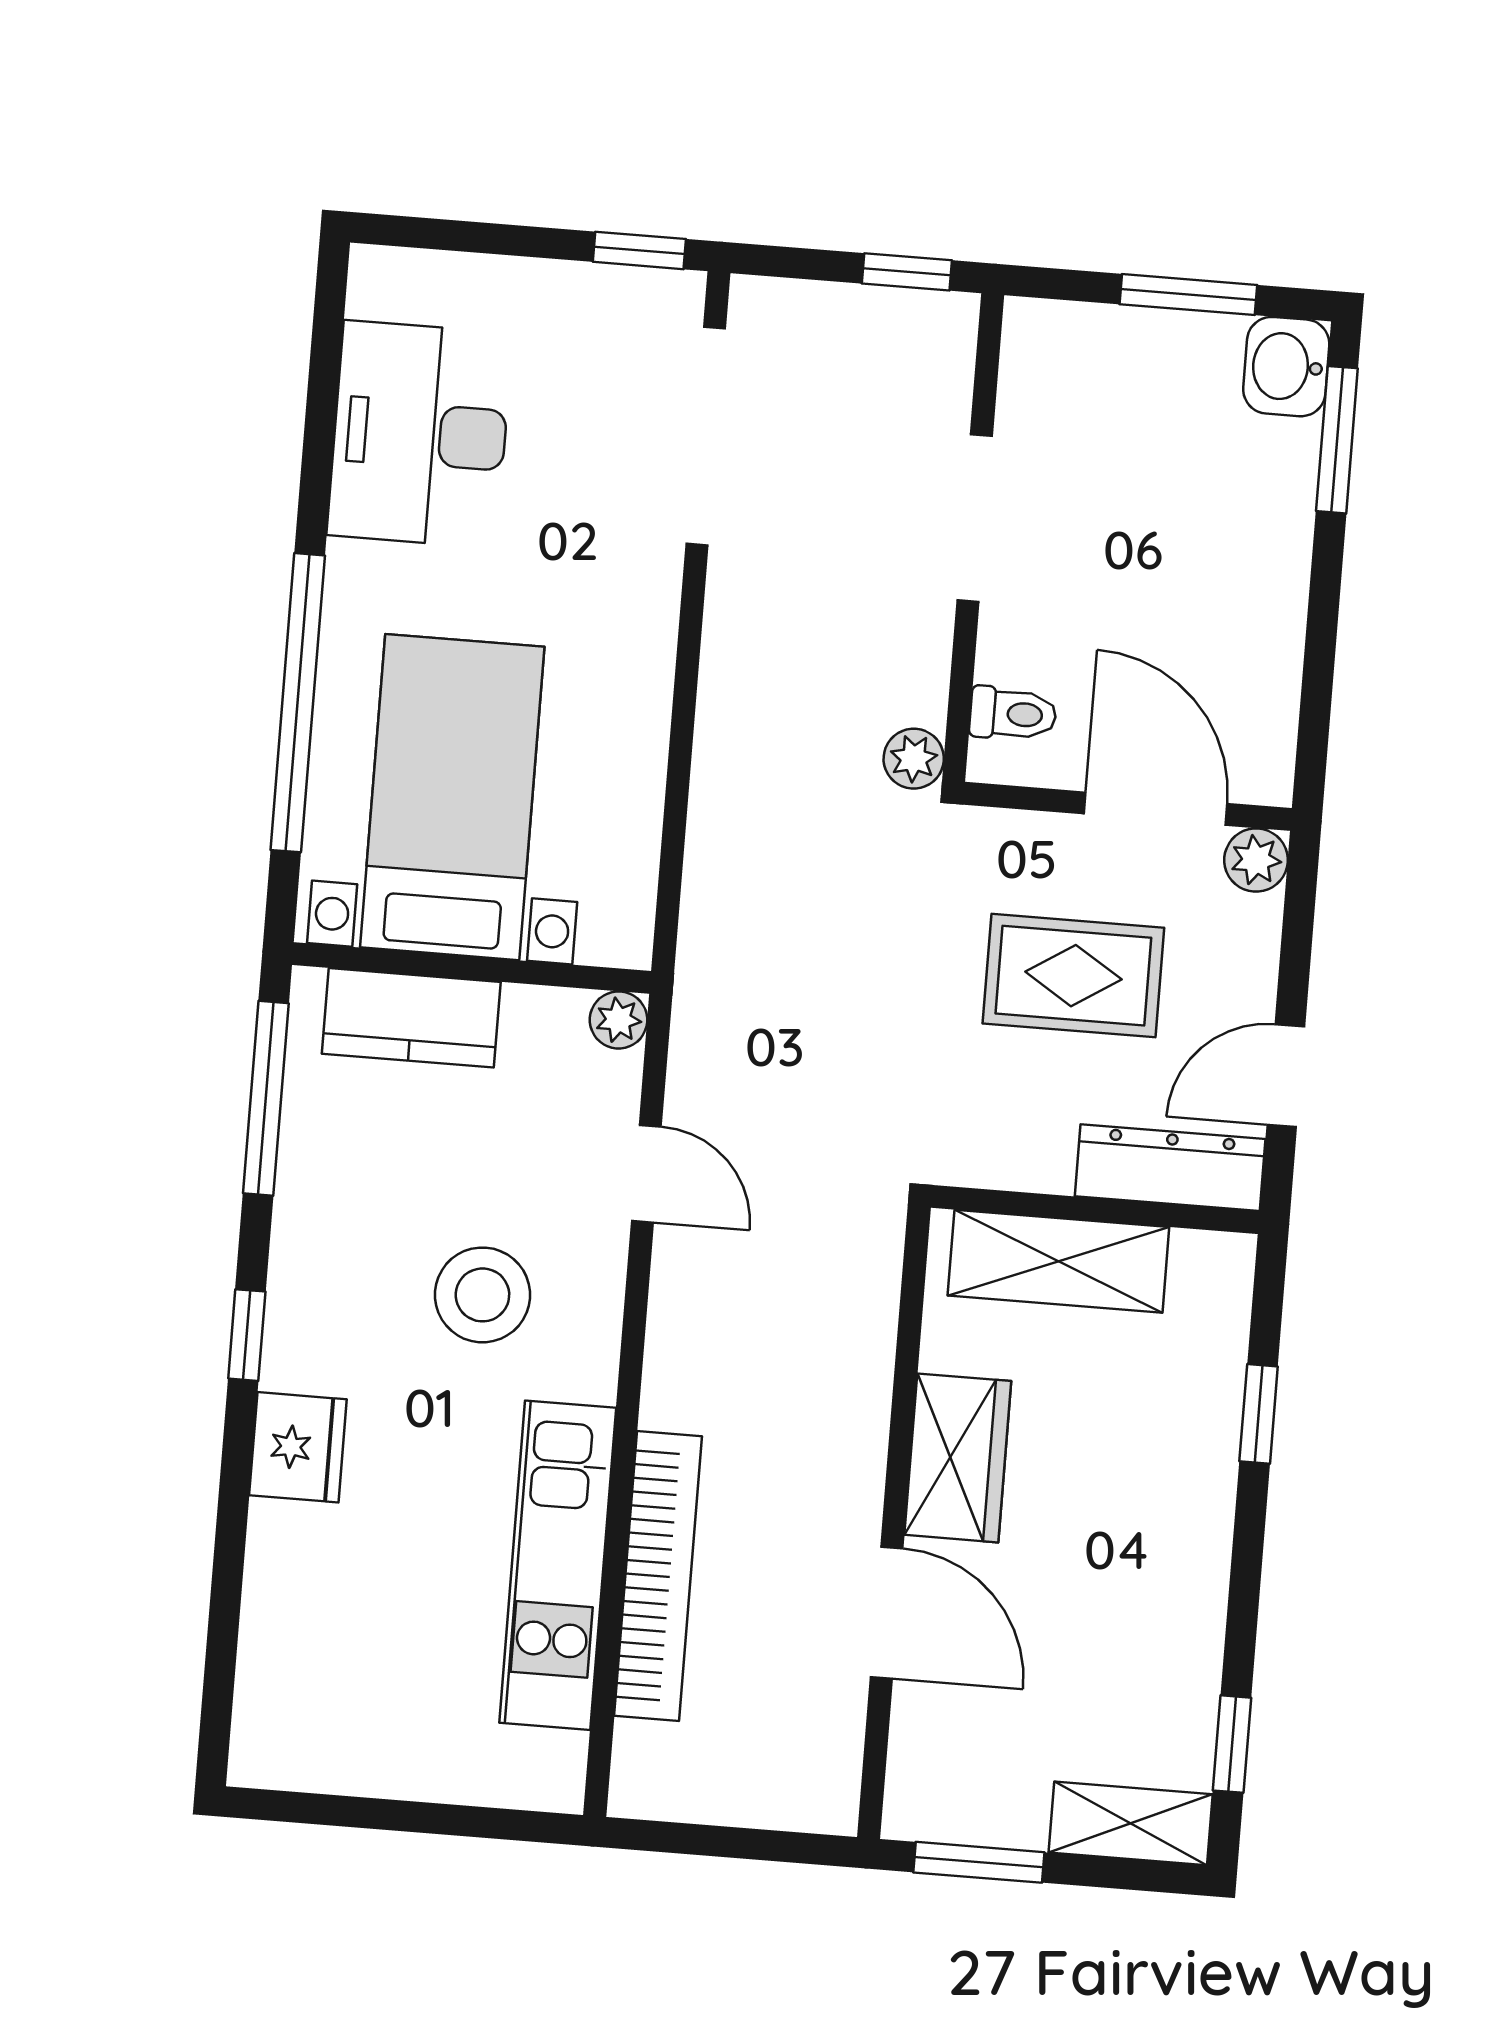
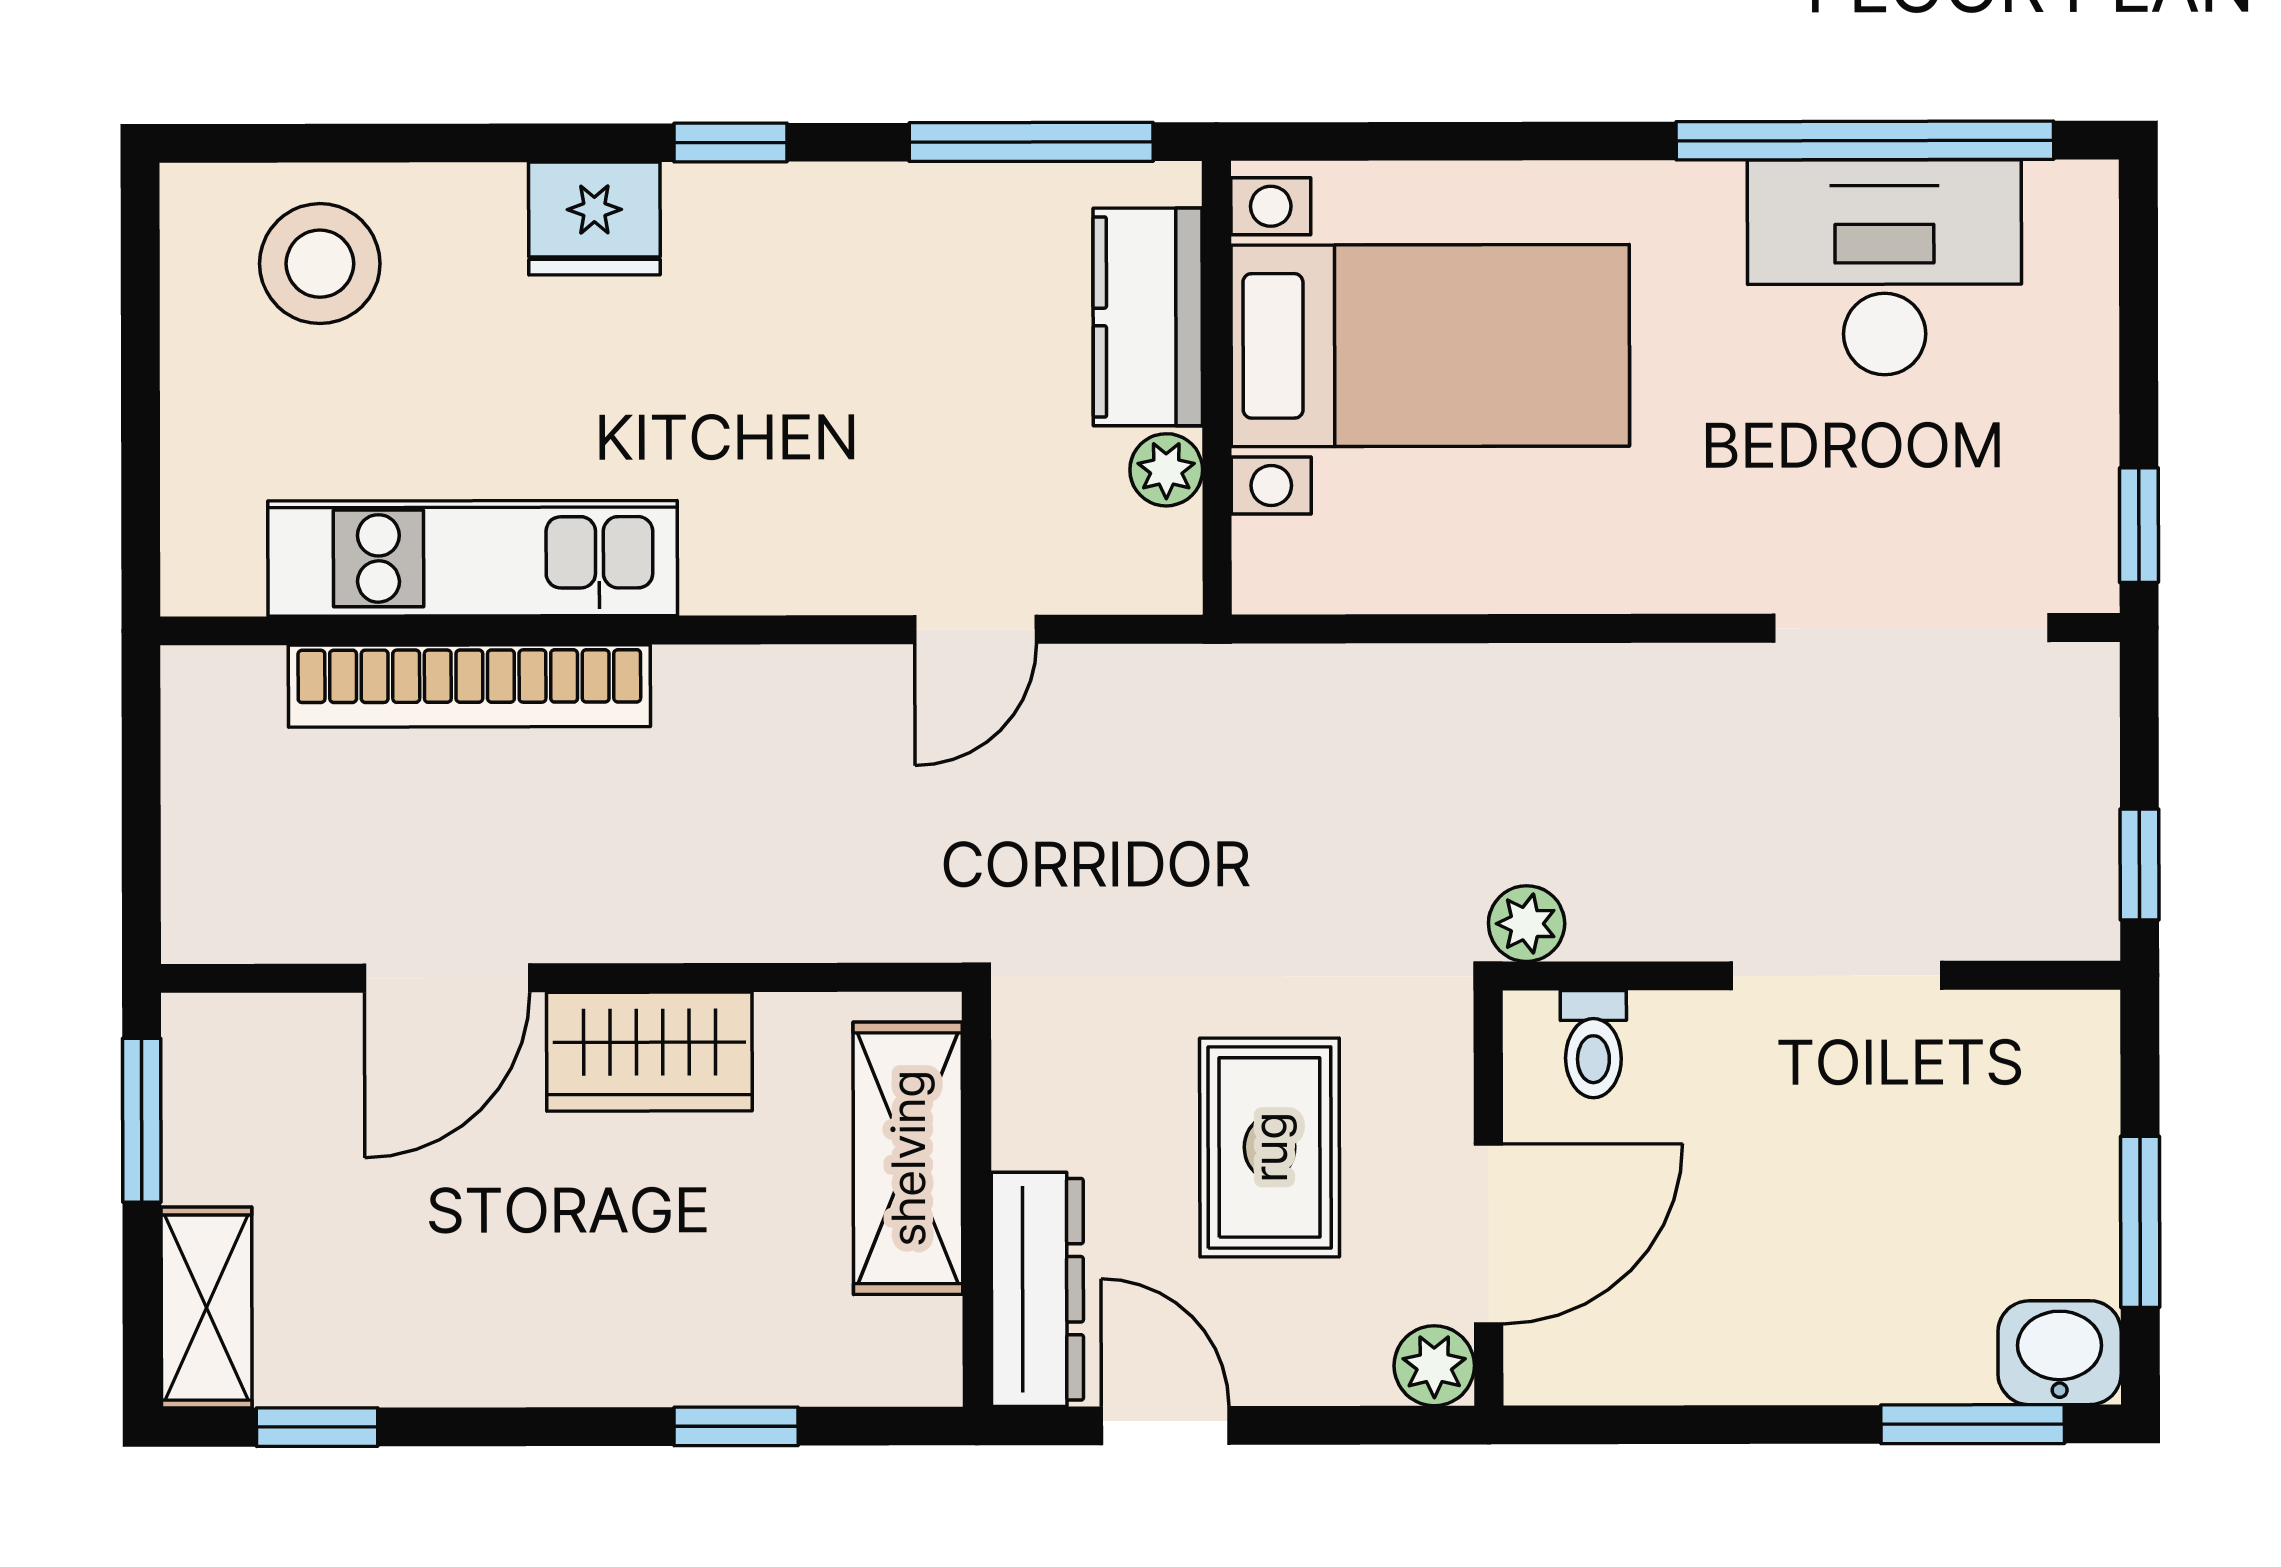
window: (298, 703) -> (1865, 140), moved
plant: (619, 1020) -> (1166, 470), moved
stool: (482, 1295) -> (320, 264), moved

